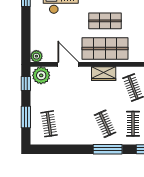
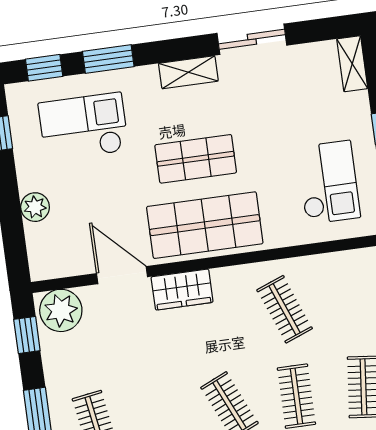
plant: (36, 56) -> (35, 207), moved
wardrobe: (104, 74) -> (182, 290), moved

